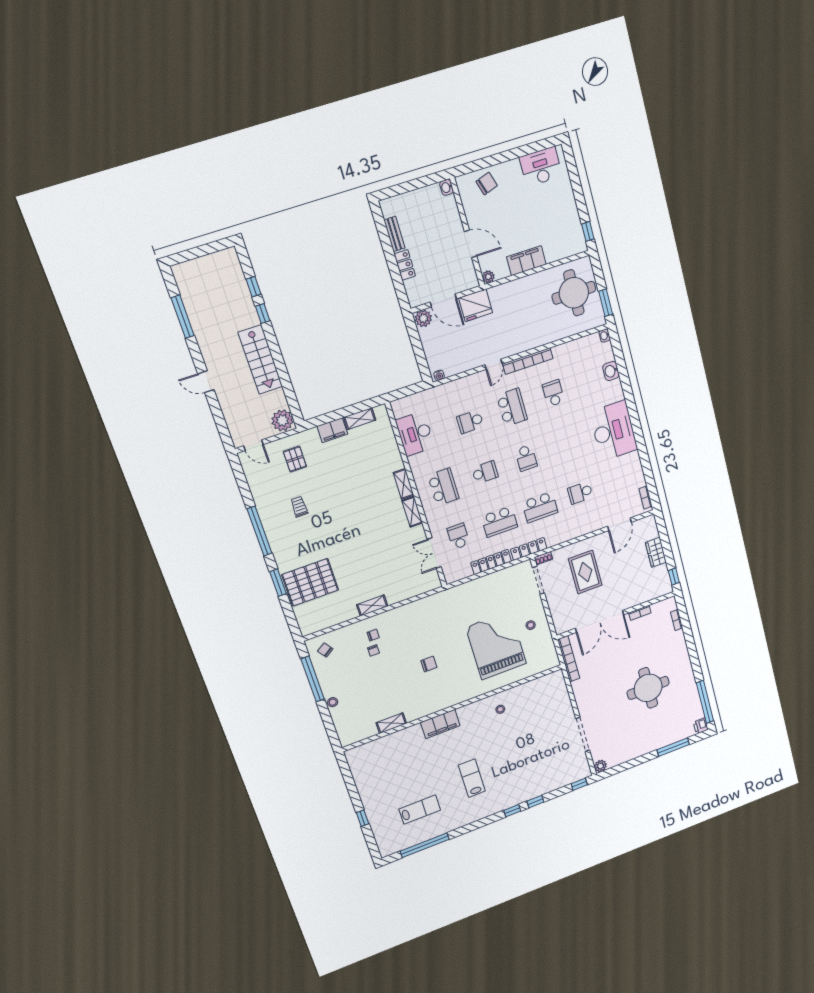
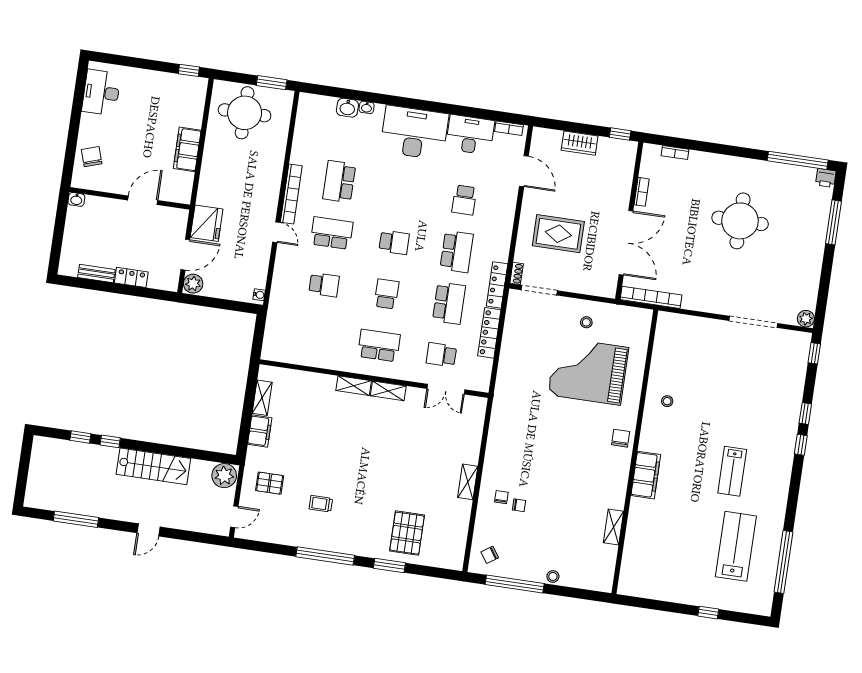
plant: (488, 277) -> (184, 197), removed
washbasin: (605, 336) -> (367, 107), moved
school desk: (553, 393) -> (339, 182), width x1.85
school desk: (470, 422) -> (324, 285), turned -90
desk: (415, 434) -> (470, 135), moved, turned 180
pallet: (310, 582) -> (407, 533), width x0.73, depth x0.71
chair: (429, 664) -> (621, 438), moved
lab bench: (472, 778) -> (732, 471), turned -90
lab bench: (420, 810) -> (736, 546), width x1.36, depth x1.39

